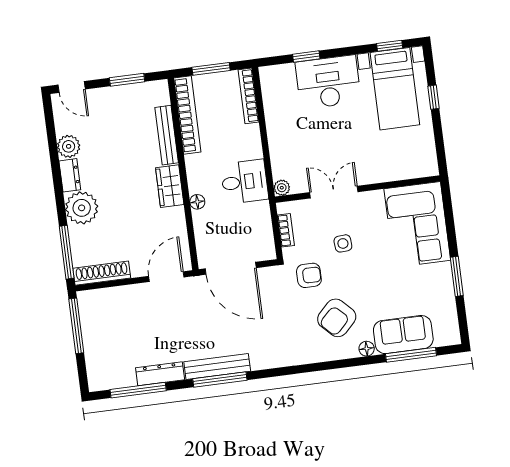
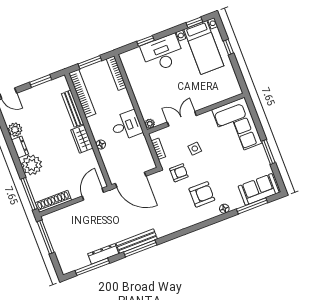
armchair: (337, 318) -> (202, 194), turned -135
sofa: (403, 335) -> (259, 189), moved

